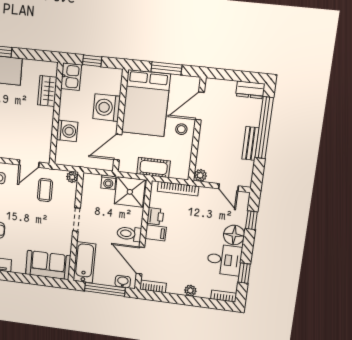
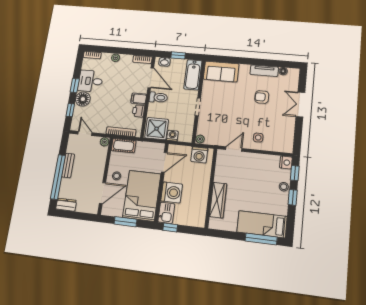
window: (92, 61) -> (170, 227), moved
kitchen sink: (71, 77) -> (166, 213), moved, turned 180
wardrobe: (47, 91) -> (218, 200), width x1.50
washing machine: (67, 131) -> (199, 155), moved, turned -90
cot: (154, 168) -> (124, 146), moved
coffee table: (45, 190) -> (222, 129), removed
window: (244, 273) -> (75, 86), moved
window: (105, 289) -> (178, 55), width x0.46

